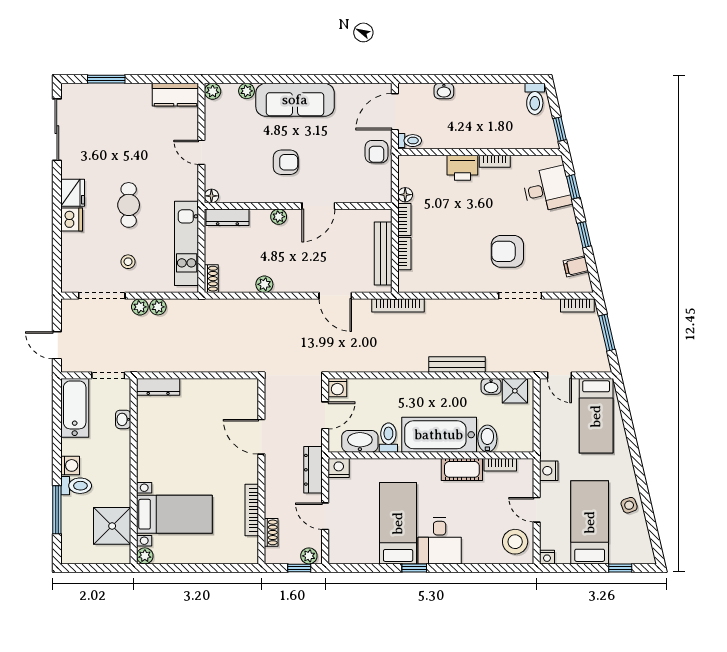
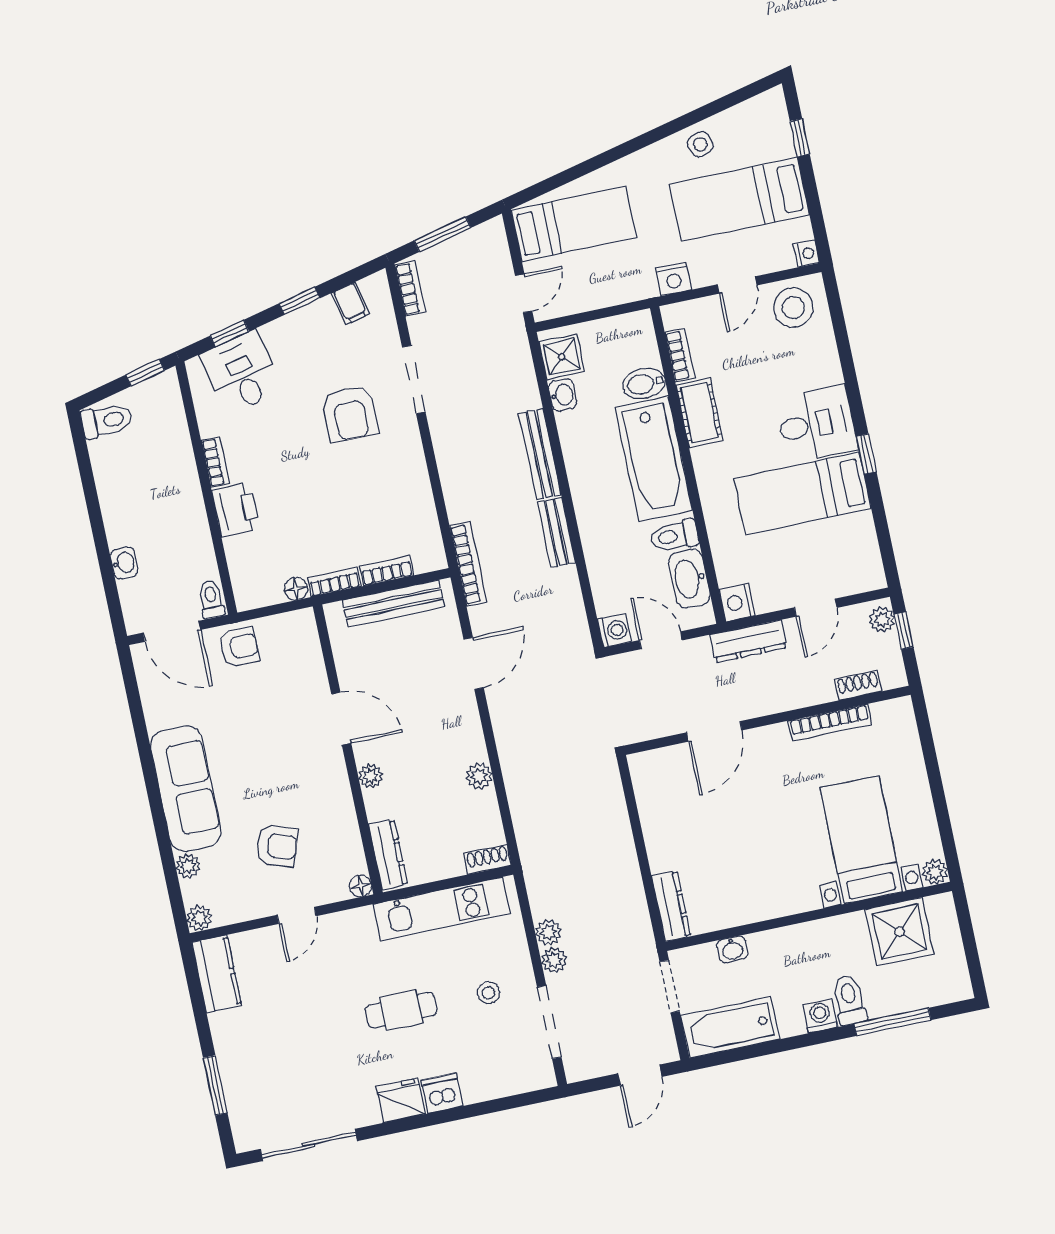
armchair: (286, 162) -> (277, 846), moved, turned 109
bench: (406, 364) -> (556, 532), added

